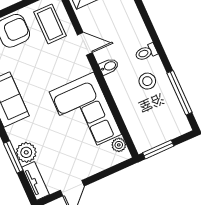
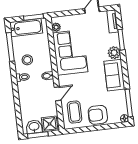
door: (85, 44) -> (58, 94), swing flipped
bathtub: (165, 130) -> (26, 28), added
plant: (26, 152) -> (114, 53), moved

